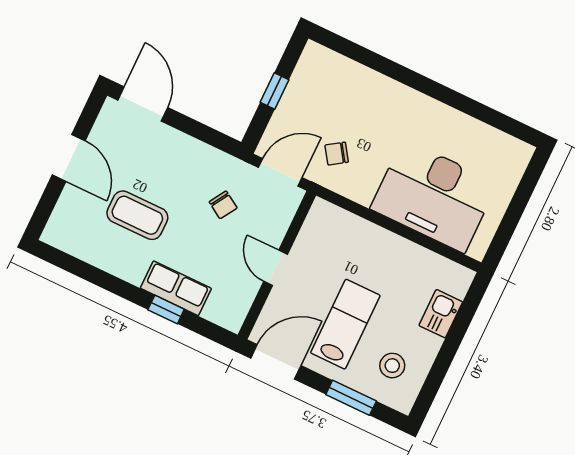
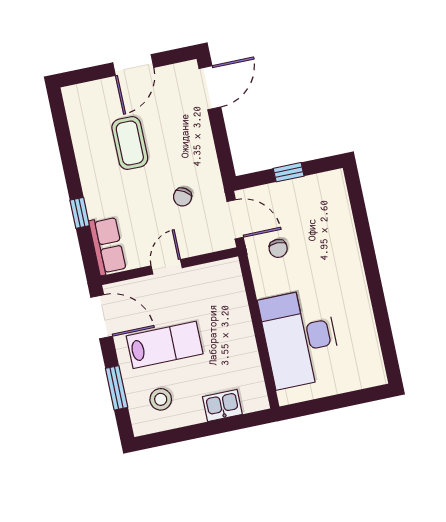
chair: (337, 154) -> (278, 248), turned -146
row of seats: (176, 288) -> (107, 246), moved

